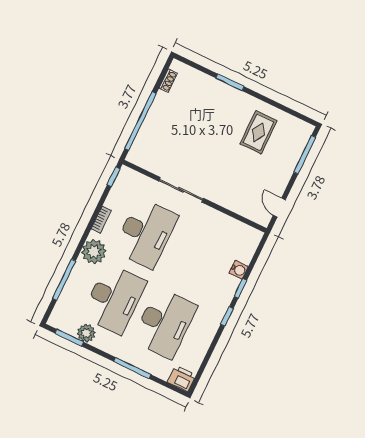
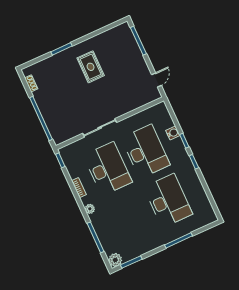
rug: (258, 132) -> (91, 67), moved
door: (279, 207) -> (157, 80), swing flipped
plant: (94, 252) -> (90, 209), width x0.53, depth x0.53
desk: (114, 299) -> (146, 151), moved
plant: (86, 333) -> (115, 260), moved
printer: (182, 379) -> (208, 217), removed

